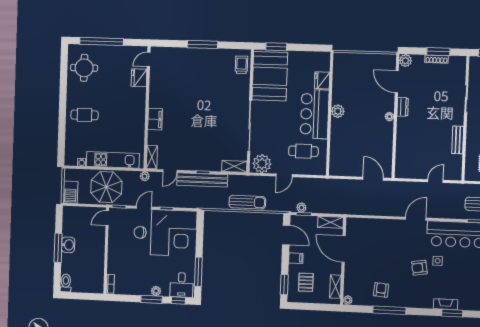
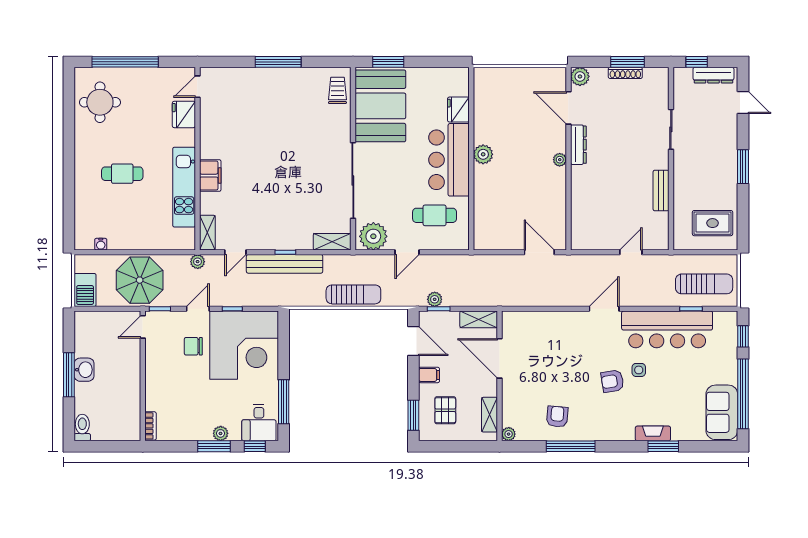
dresser: (403, 107) -> (578, 145), width x1.44
cafe table: (84, 115) -> (122, 174), moved
kitchen unit: (113, 160) -> (184, 187), moved, turned -90

